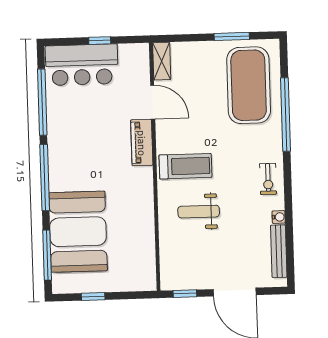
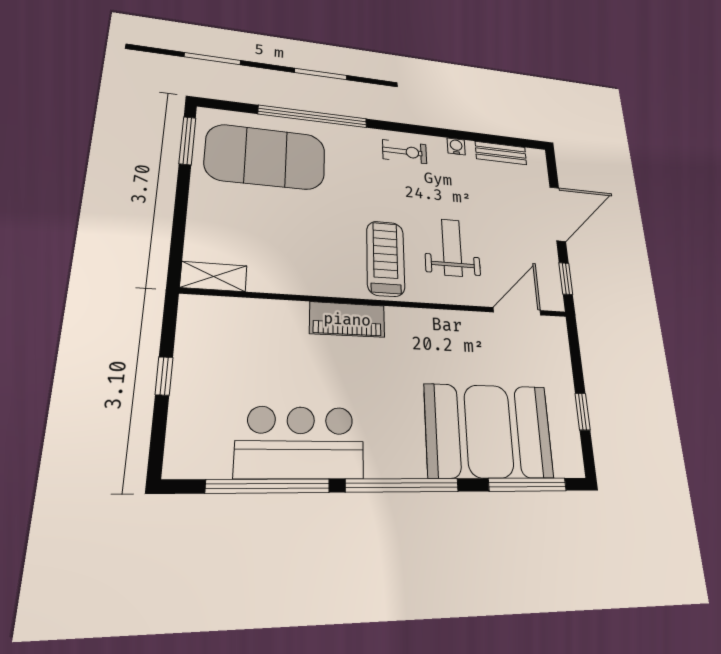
window: (232, 36) -> (187, 141), moved
bar counter: (82, 65) -> (300, 442), moved, turned -90
door: (153, 102) -> (517, 311), moved
weight bench: (199, 212) -> (452, 248), turned 180
bench: (279, 251) -> (501, 153), width x0.73

